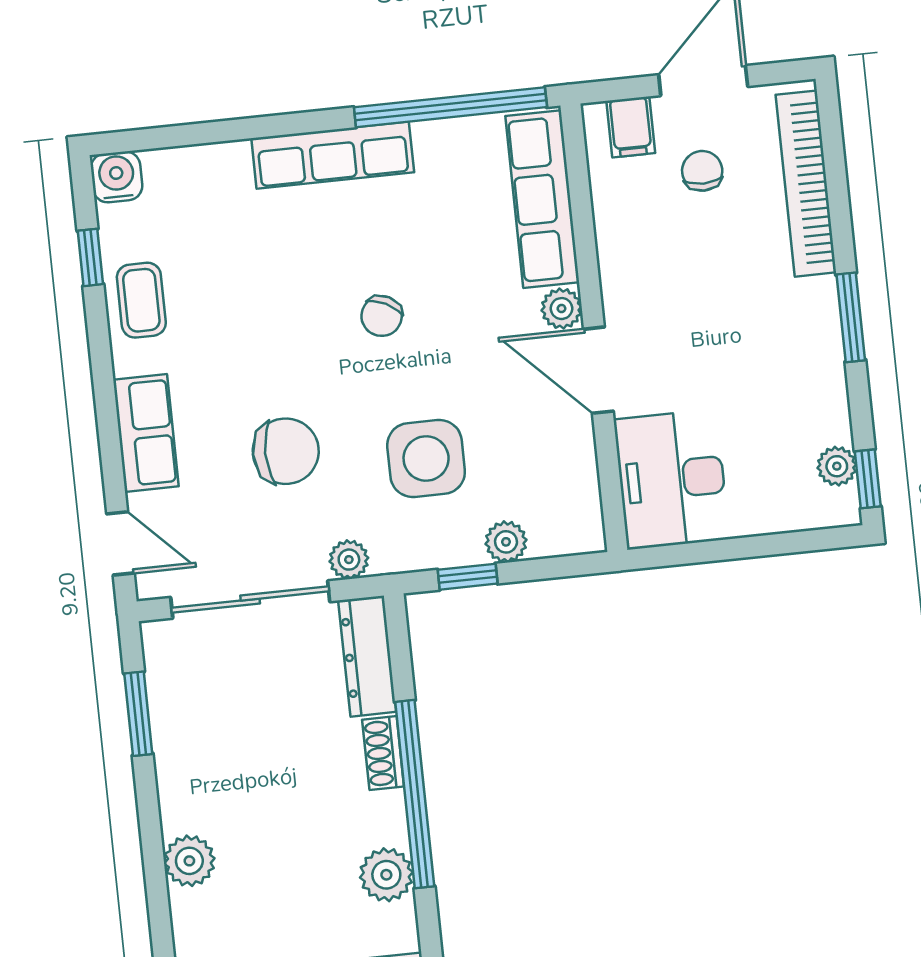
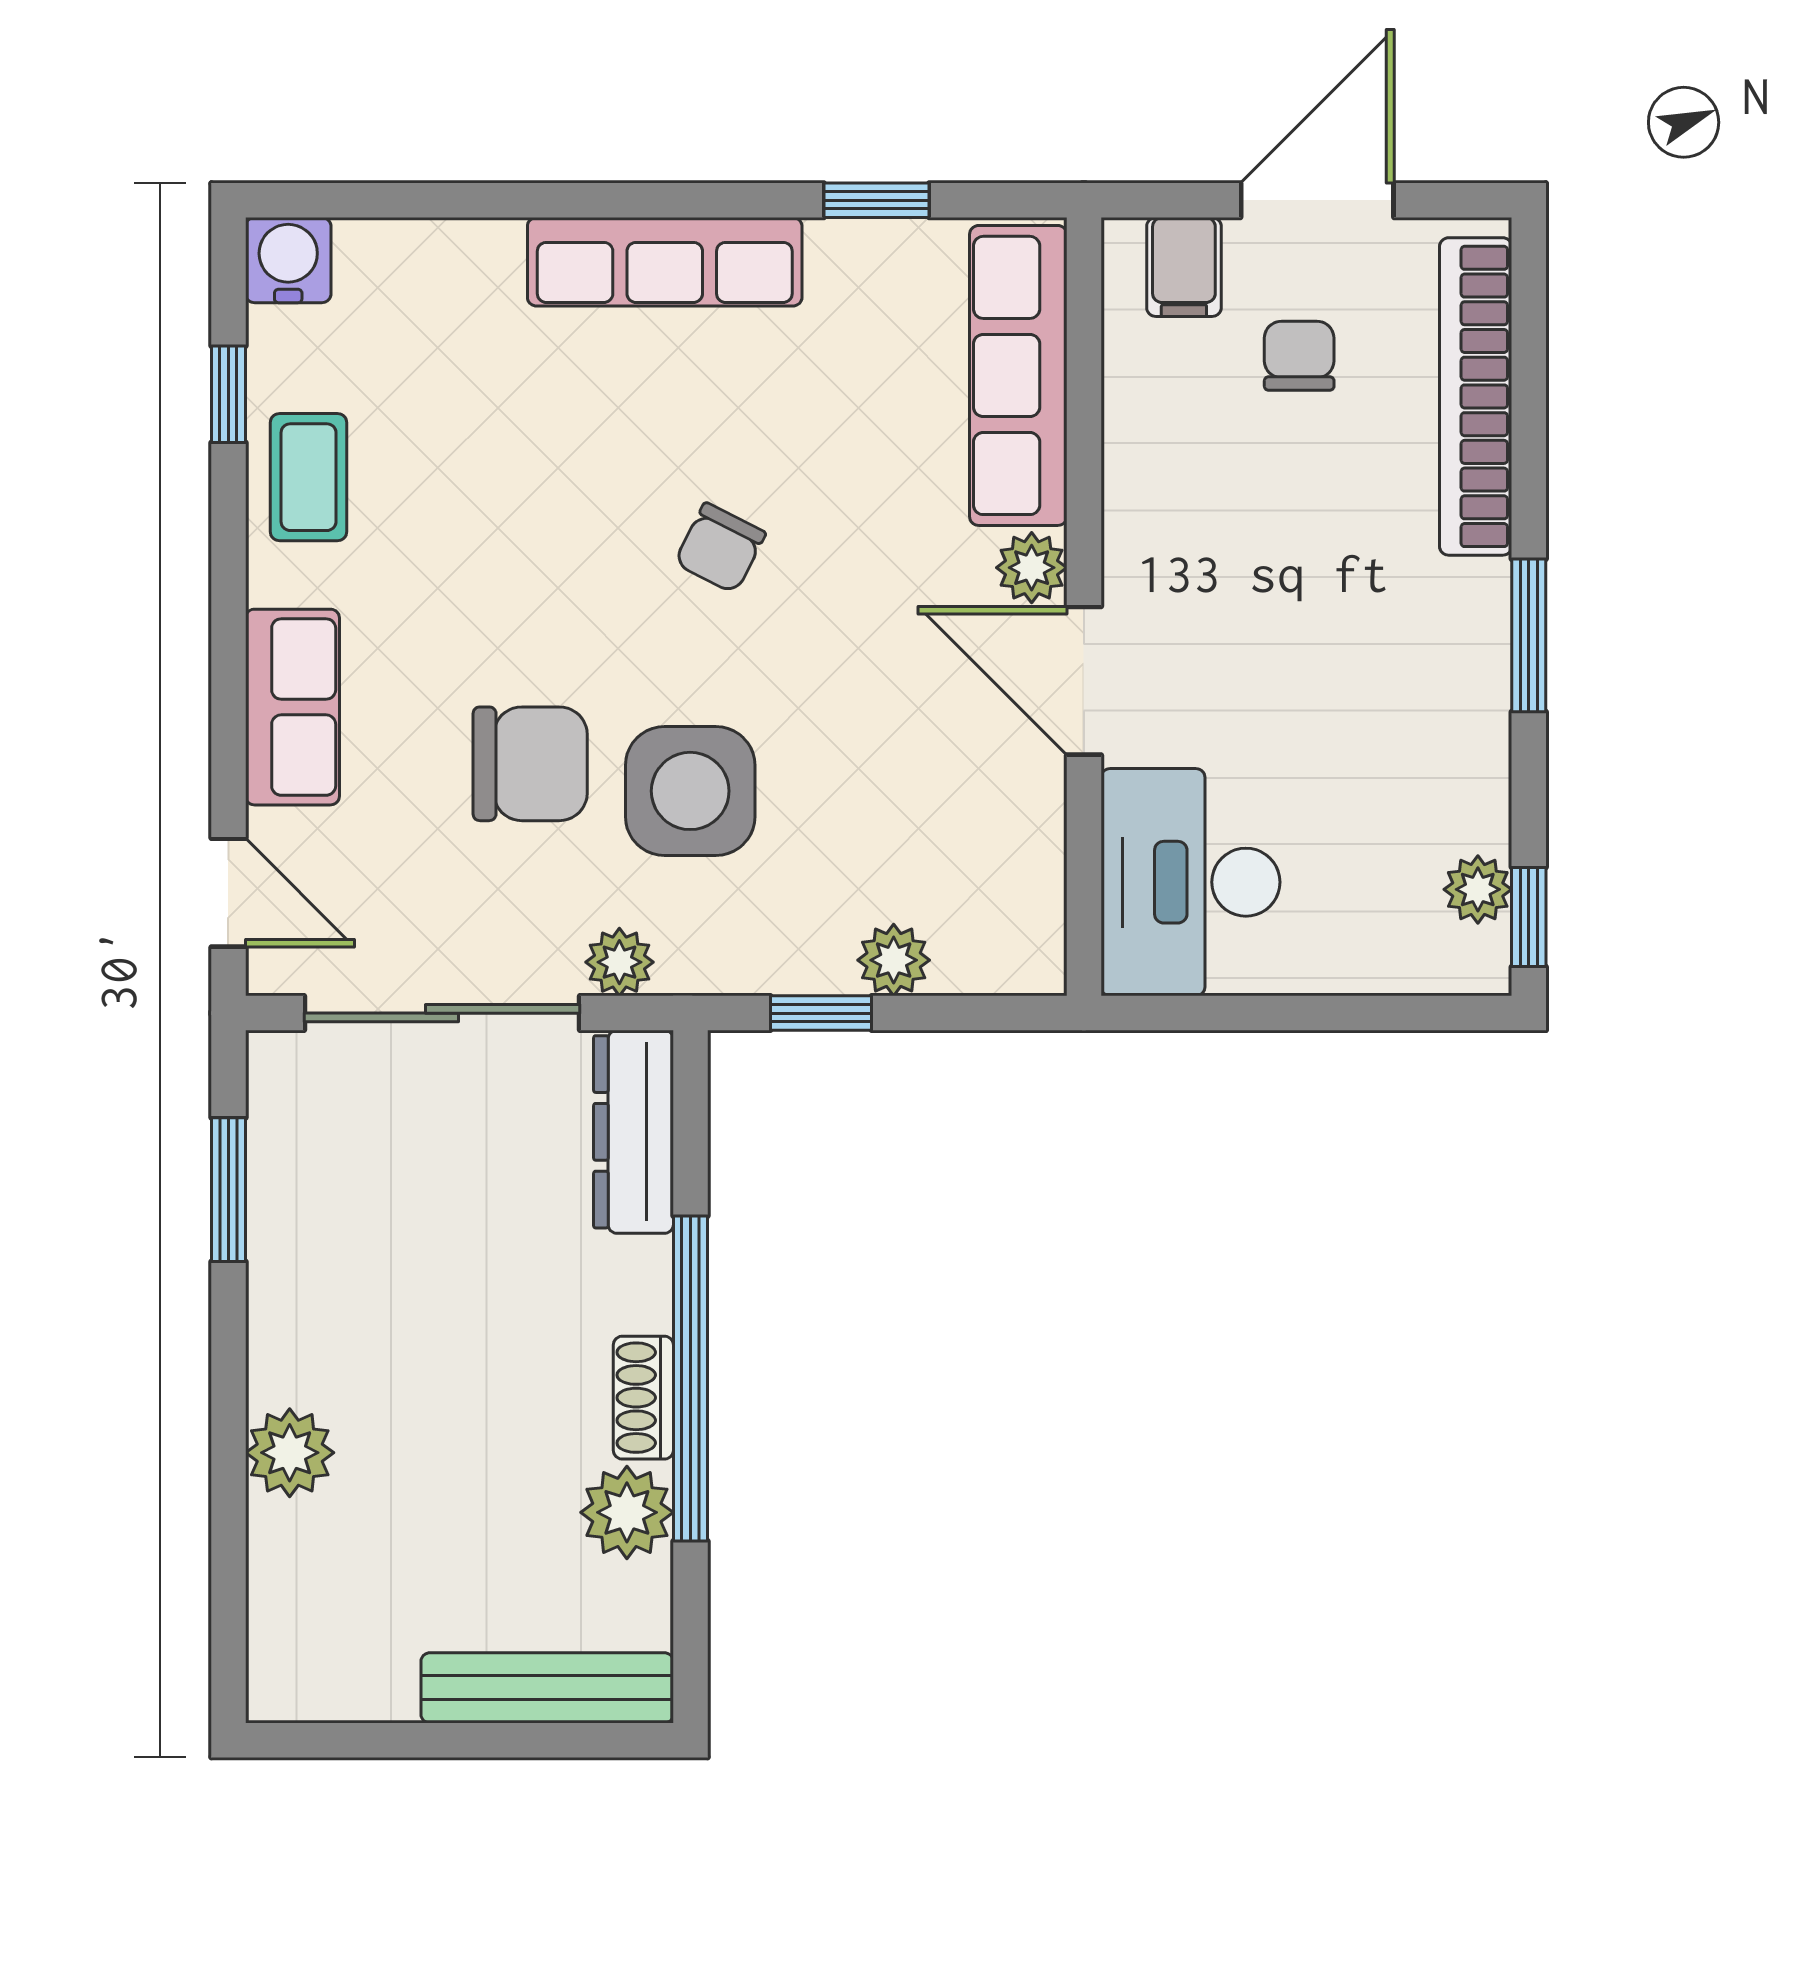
window: (450, 107) -> (877, 200), width x0.32
side table: (426, 458) -> (690, 791), moved
shoe rack: (383, 753) -> (643, 1398), moved

